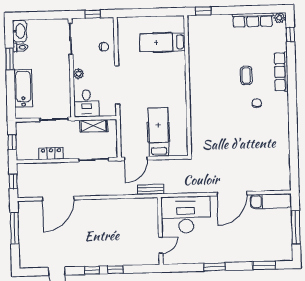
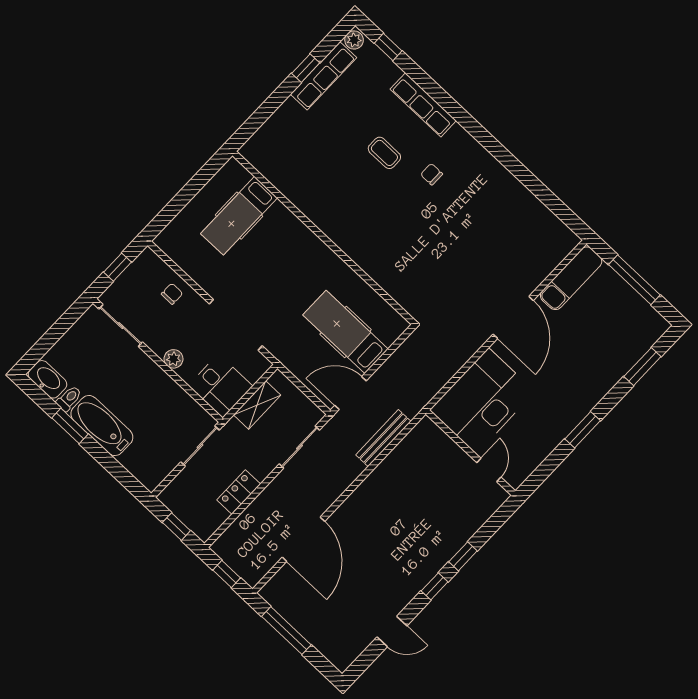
window: (203, 11) -> (306, 68), moved
bathtub: (23, 88) -> (102, 426), moved
door: (136, 159) -> (350, 393), swing flipped
bench: (150, 189) -> (383, 438), moved, width x1.36

